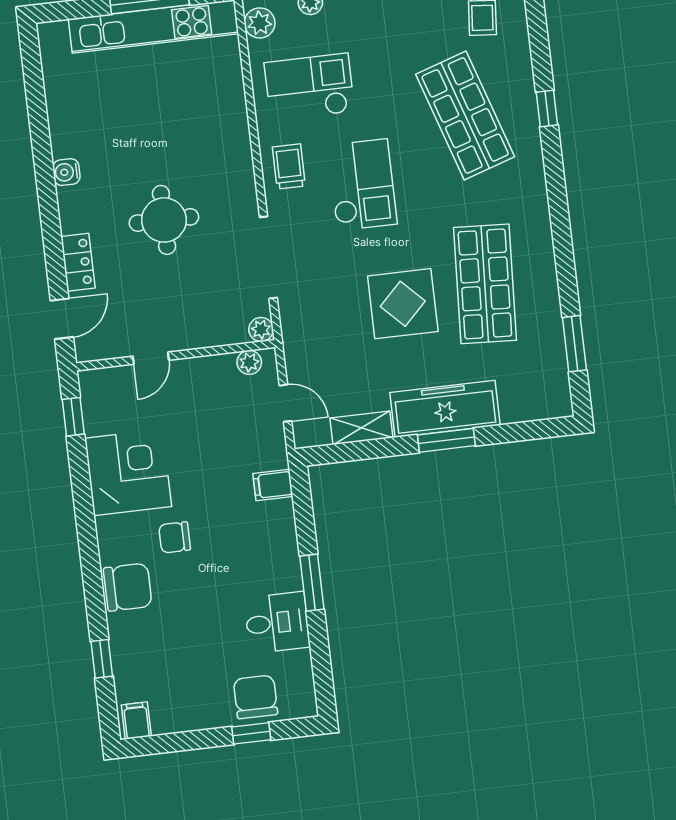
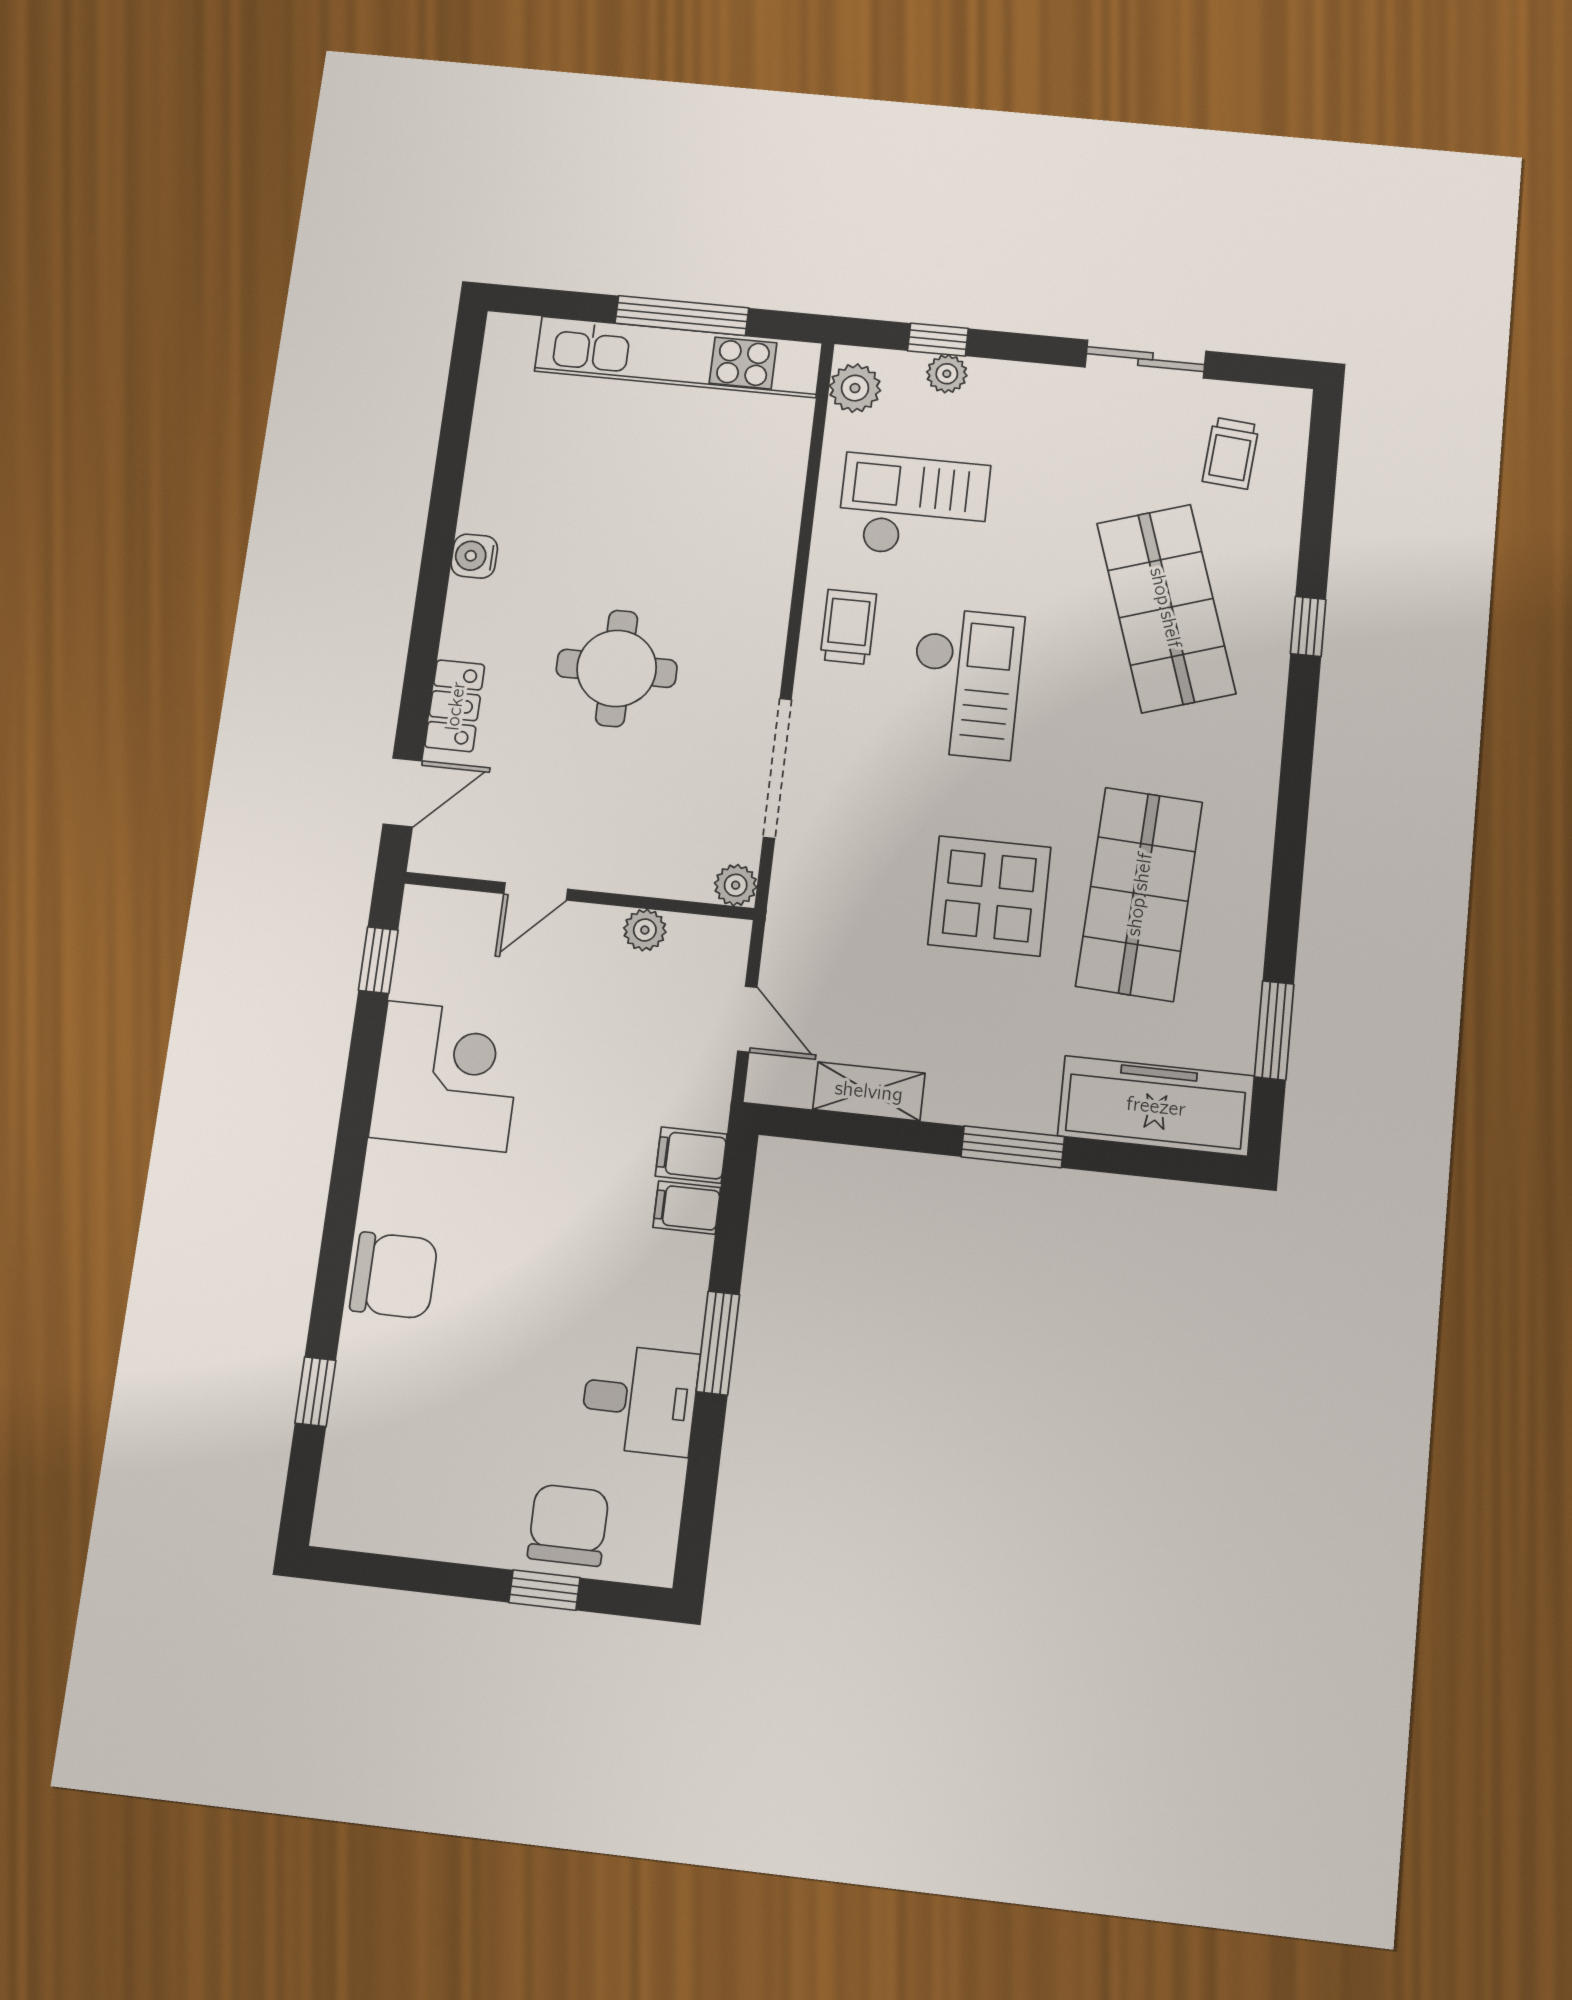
plant: (249, 362) -> (645, 930), moved
freezer: (445, 409) -> (1156, 1106), moved
chair: (175, 537) -> (498, 1207), removed
filing cabinet: (136, 721) -> (687, 1207), moved, turned -90

